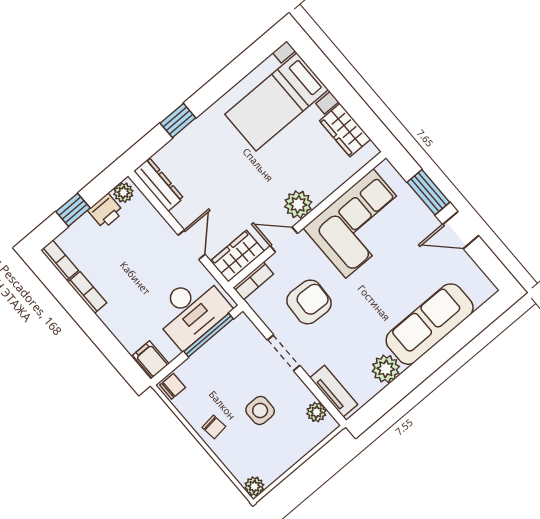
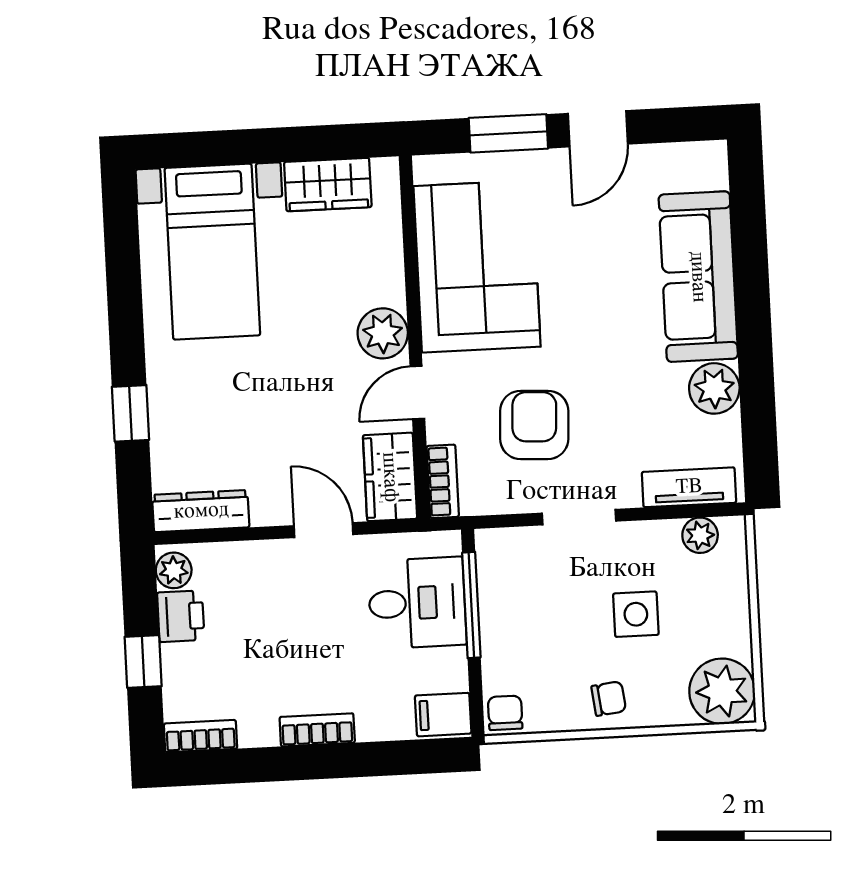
bookcase: (87, 292) -> (317, 730), moved
desk: (191, 310) -> (417, 603), width x0.73
plant: (254, 486) -> (722, 691), width x1.88, depth x1.88

